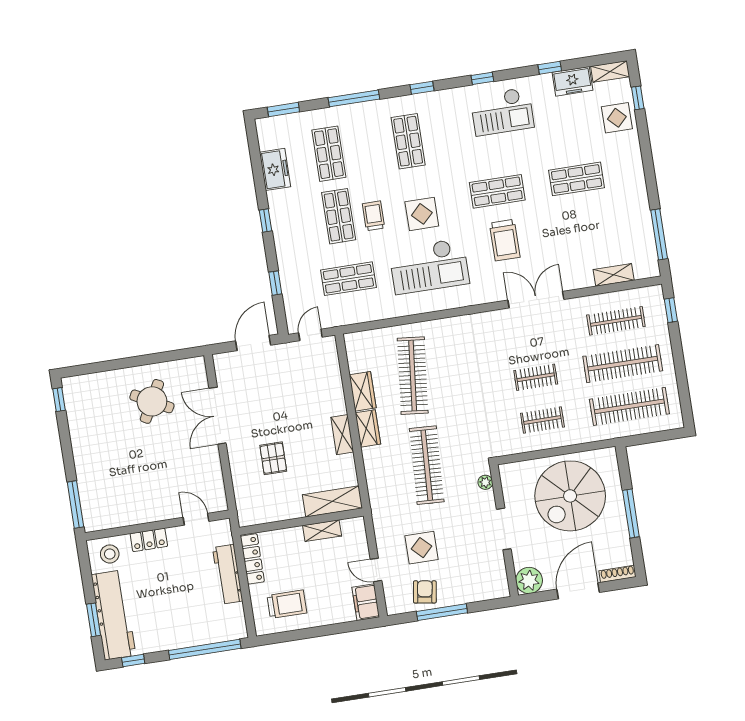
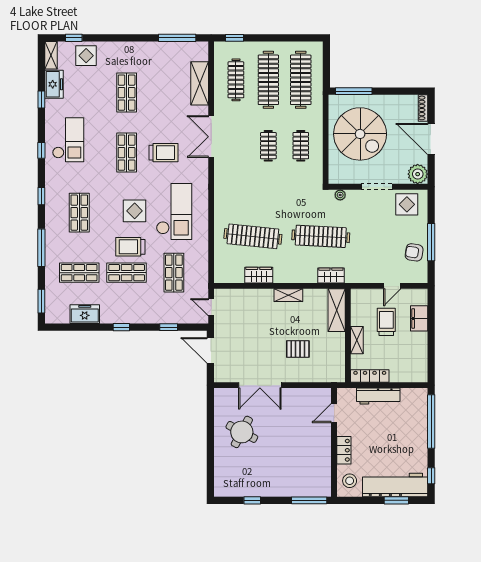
shop shelf: (408, 141) -> (79, 213), turned 90
trolley: (374, 216) -> (130, 247), width x1.36, depth x1.39
shelving: (614, 275) -> (200, 83), width x1.50, depth x1.33
window: (59, 400) -> (252, 500), moved
wardrobe: (368, 428) -> (331, 276), moved
window: (631, 513) -> (354, 91), moved
shelving: (322, 531) -> (357, 340), moved
display table: (422, 548) -> (407, 204), moved
filing cabinet: (366, 602) -> (419, 318), moved, turned 90
trolley: (287, 604) -> (386, 322), moved

